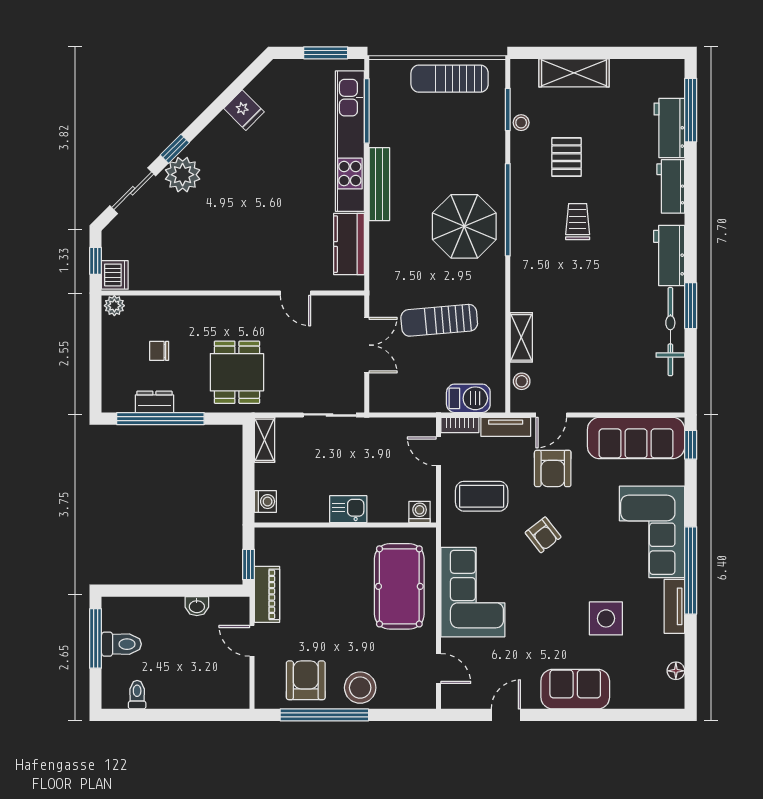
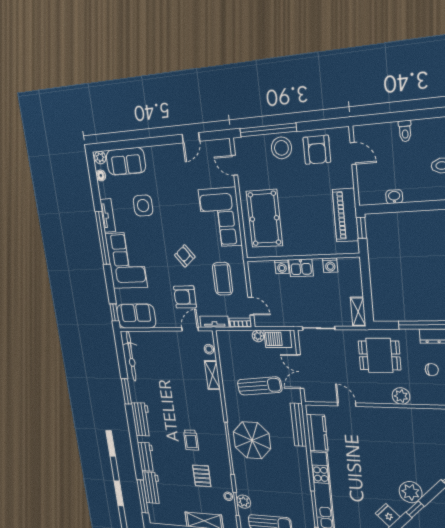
plant: (493, 115) -> (244, 502), added
window: (175, 149) -> (415, 509), moved
plant: (183, 175) -> (411, 492), moved
bench: (379, 184) -> (298, 425), moved
plant: (208, 309) -> (401, 396), added
bicycle: (670, 332) -> (131, 356), moved
dining table: (237, 372) -> (379, 355), turned 90
barbecue: (468, 398) -> (278, 339), moved
plant: (432, 403) -> (258, 336), added
sofa: (636, 438) -> (136, 316), width x0.73
armchair: (553, 468) -> (185, 297), turned -90
coffee table: (482, 496) -> (223, 279), turned 90
washing machine: (265, 502) -> (330, 265), moved, turned -90
washing machine: (420, 512) -> (282, 267), moved
piano: (267, 594) -> (346, 215), width x1.37, depth x1.33
door: (252, 641) -> (353, 153), moved
sofa: (575, 689) -> (126, 161), moved
toilet: (137, 695) -> (405, 131), moved
plant: (672, 699) -> (100, 158), added
window: (324, 715) -> (268, 130), moved

